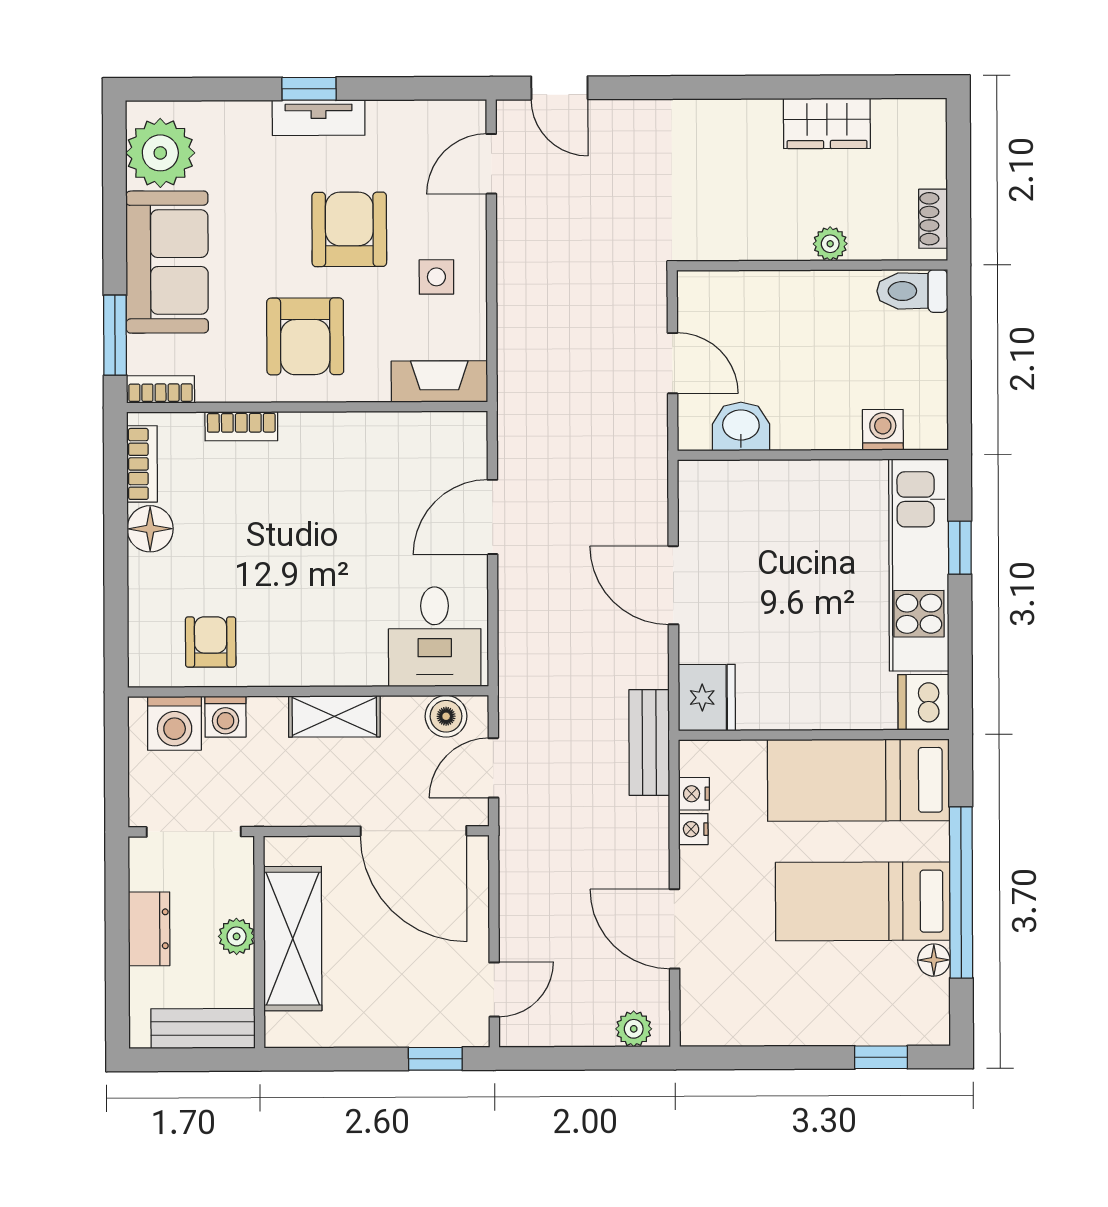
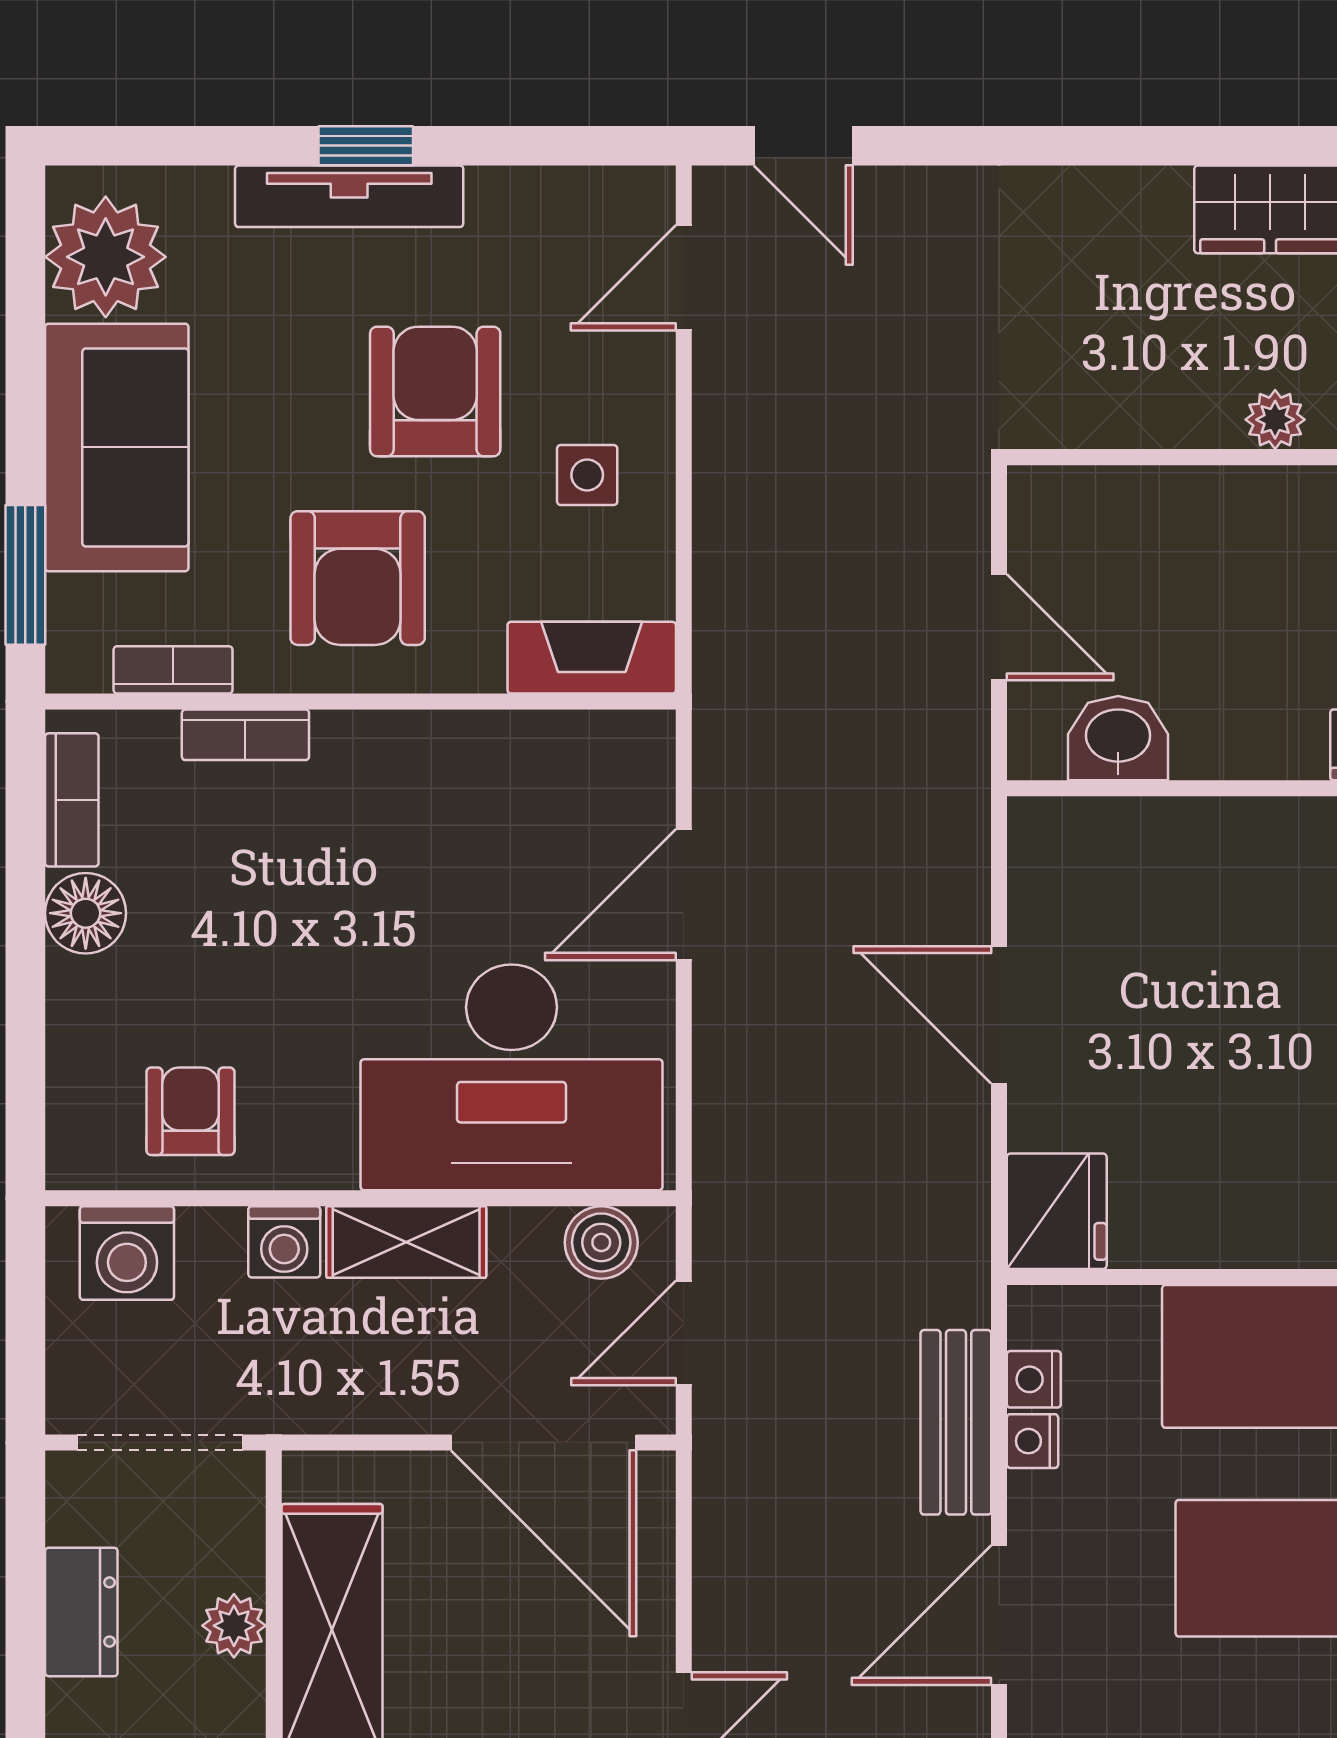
tv unit: (319, 118) -> (349, 196), width x1.41
bookcase: (160, 389) -> (173, 670), moved
desk: (435, 637) -> (511, 1077), width x1.87, depth x1.30
washing machine: (225, 717) -> (284, 1242), moved
bench: (649, 742) -> (956, 1422), moved
door: (675, 929) -> (999, 1615), hinge flipped

